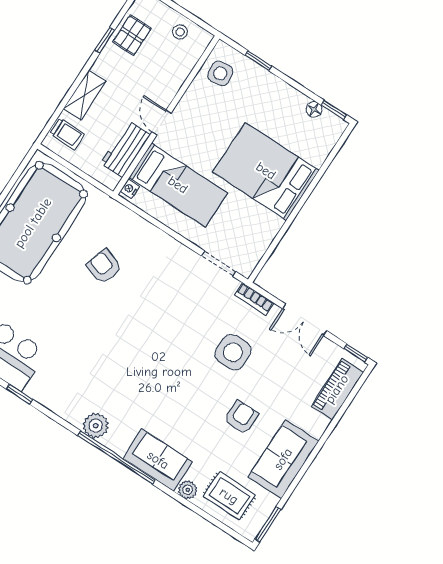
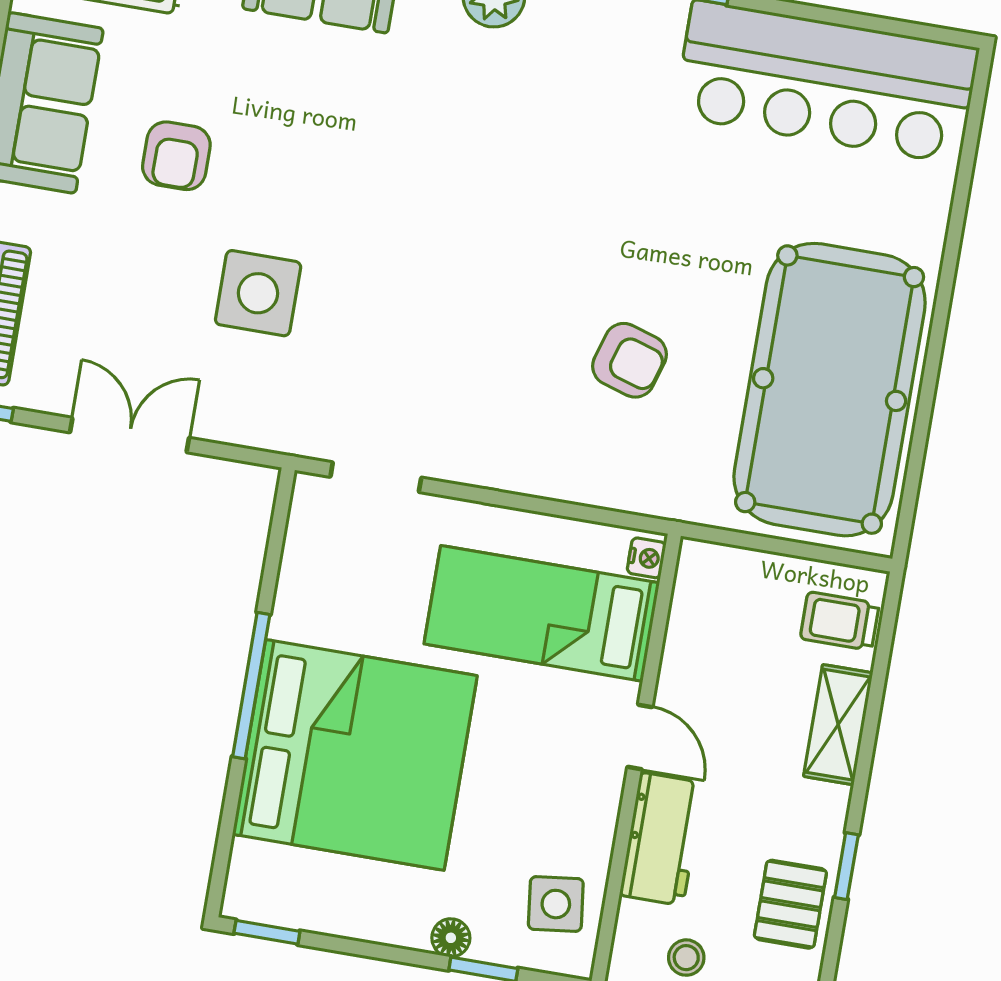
floor lamp: (314, 109) -> (451, 938), moved
workbench: (125, 149) -> (662, 839), moved
bed: (266, 171) -> (355, 755), width x1.36
window: (300, 205) -> (251, 686), added
bookcase: (254, 299) -> (262, 433), removed

